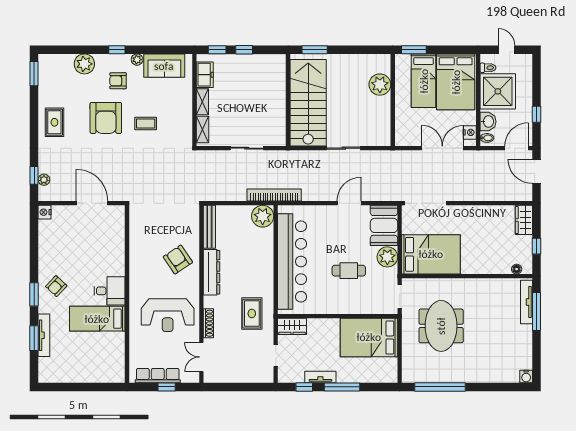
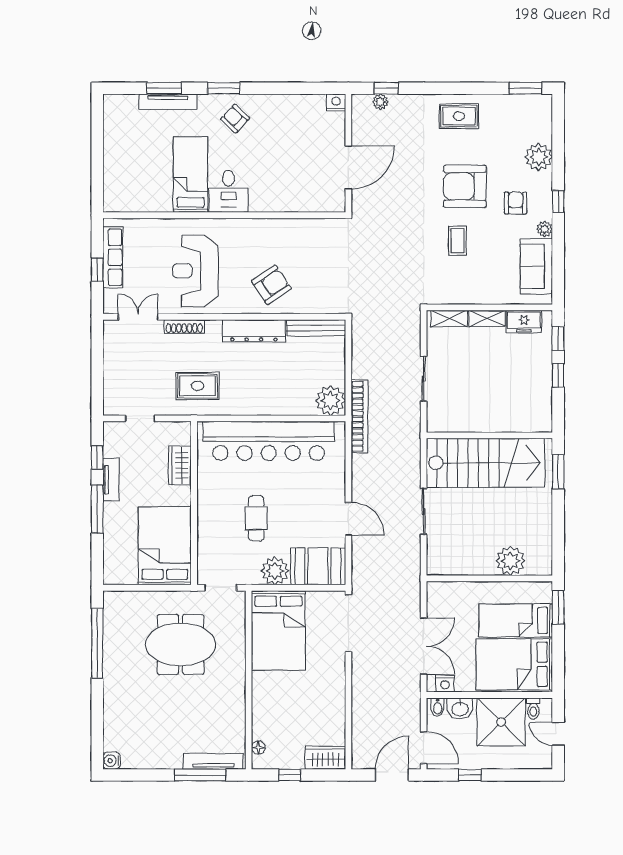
door: (506, 50) -> (558, 734), swing flipped
wardrobe: (292, 326) -> (180, 466), moved

